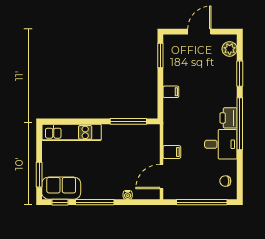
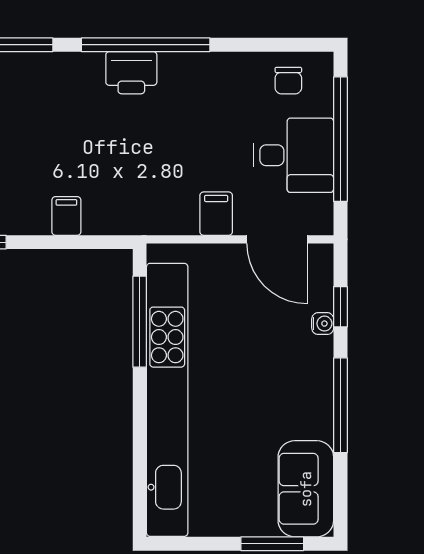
kitchen unit: (72, 132) -> (167, 400), width x1.86
desk: (221, 144) -> (294, 155), moved, turned 90
window: (60, 202) -> (340, 307), moved

